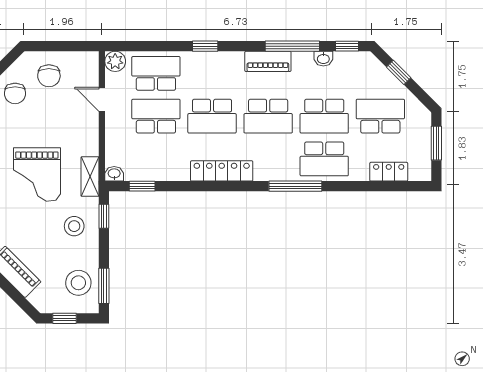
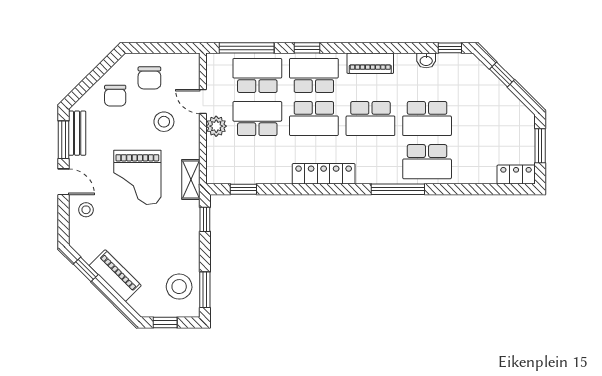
window: (292, 46) -> (247, 48), moved
plant: (115, 61) -> (216, 126), moved
school desk: (380, 116) -> (314, 75), moved
locker: (389, 172) -> (516, 175), moved
washbasin: (114, 174) -> (215, 177), removed
stool: (74, 226) -> (164, 122), moved

